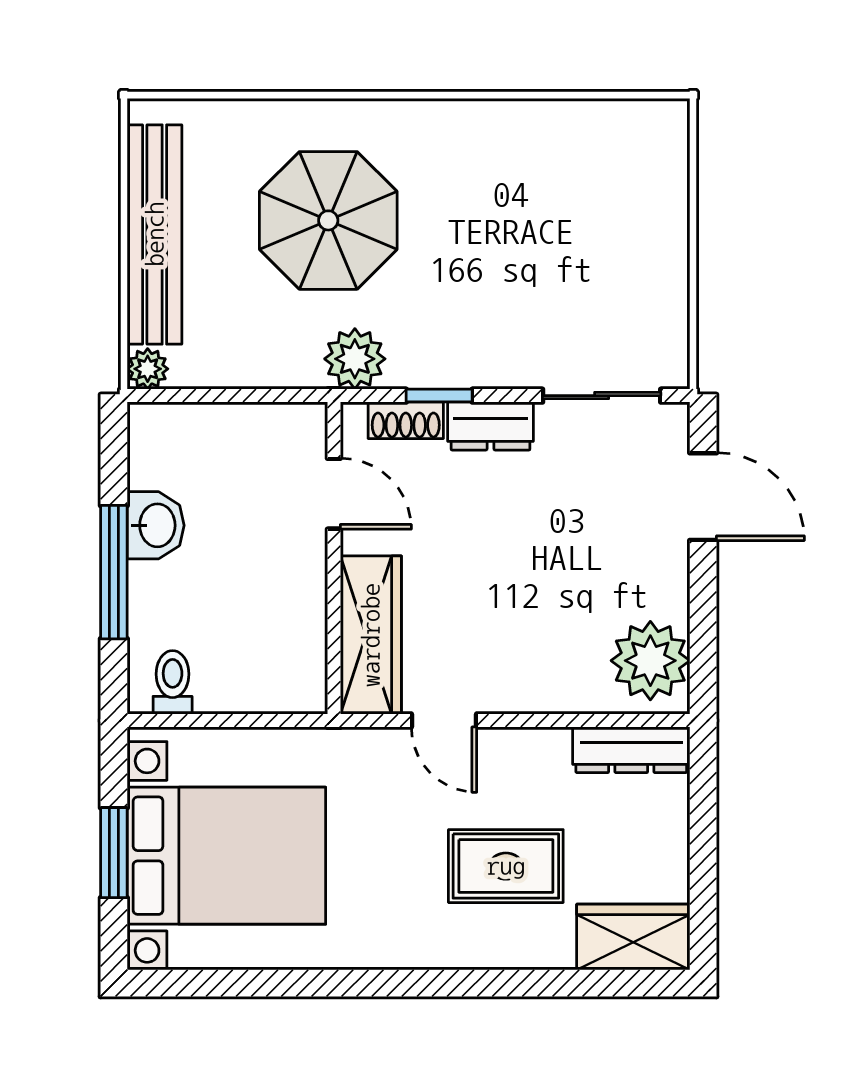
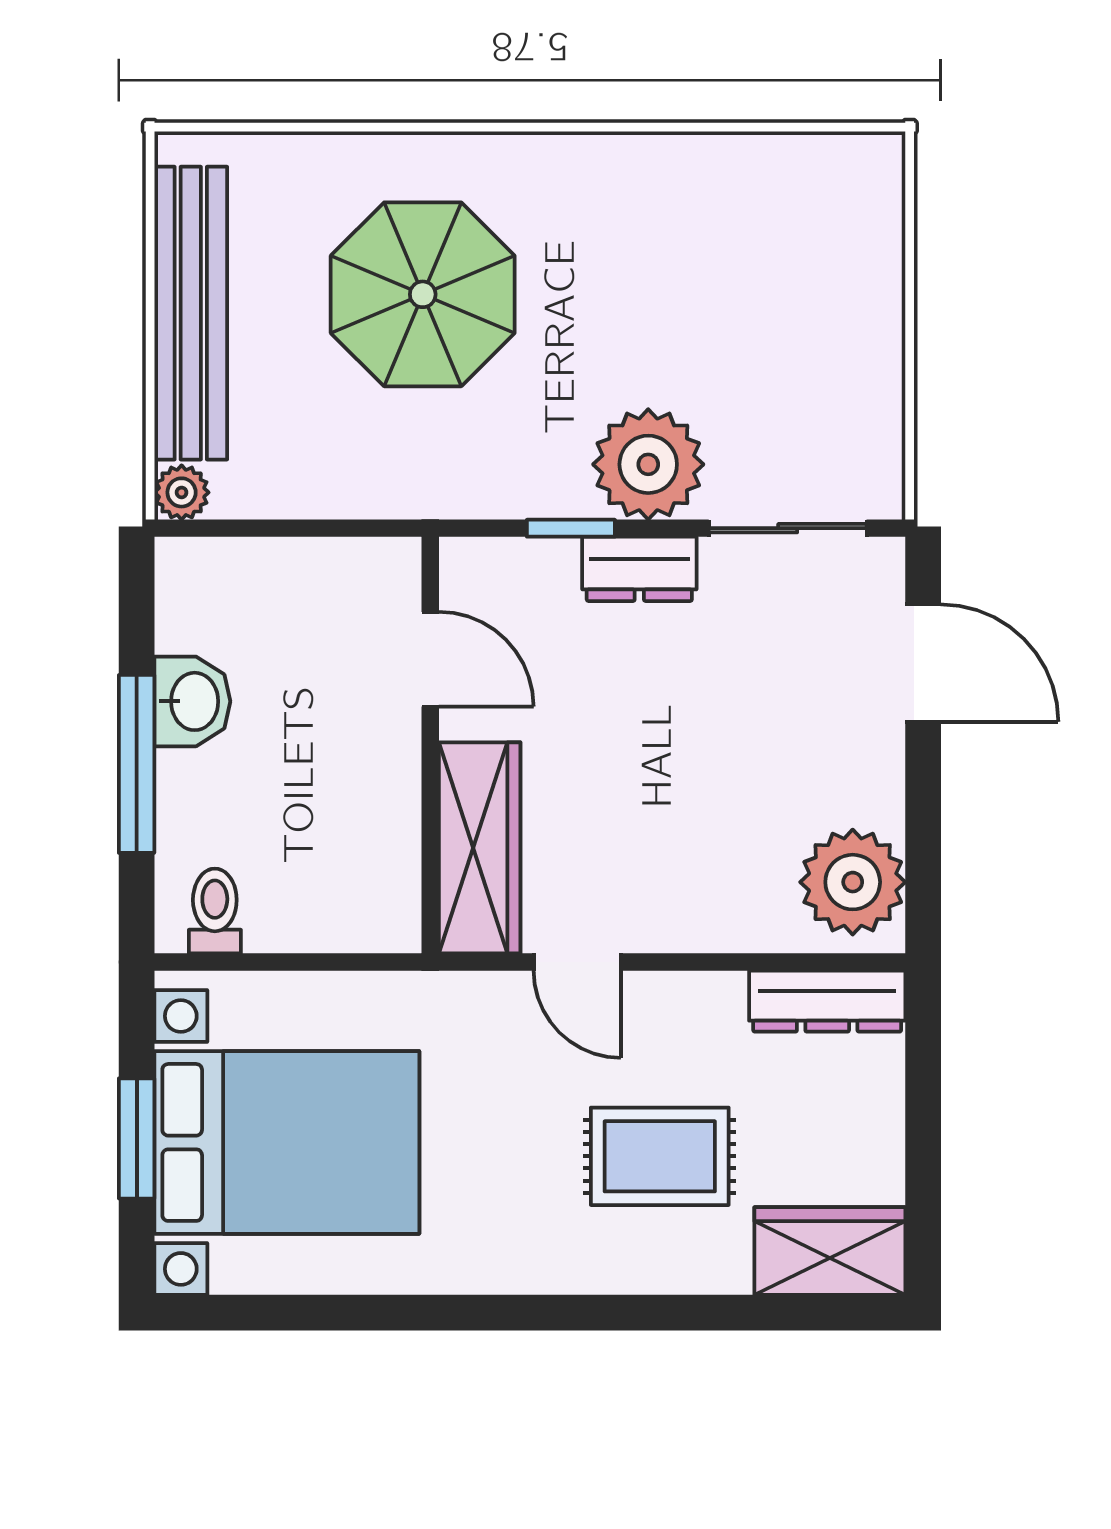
plant: (355, 359) -> (648, 464), moved, width x1.36, depth x1.36
shoe rack: (406, 420) -> (526, 561), removed

